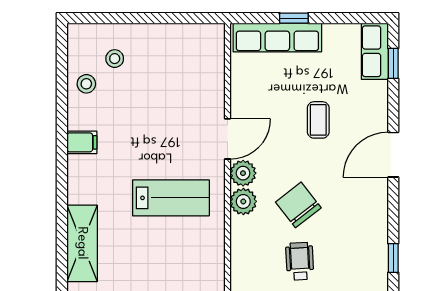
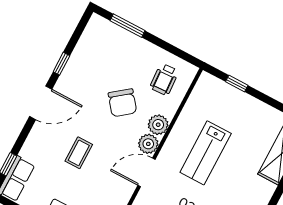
lab bench: (171, 198) -> (206, 153), turned -90
window: (393, 258) -> (61, 64), moved
wheelchair: (300, 261) -> (164, 79), moved

